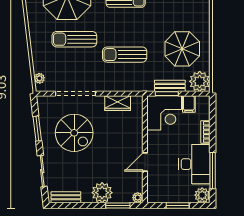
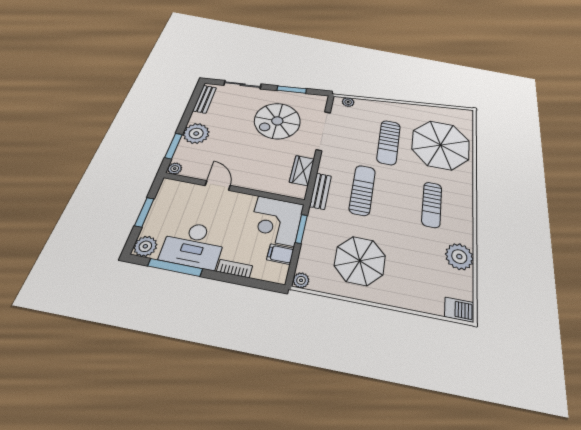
sun lounger: (74, 39) -> (389, 142), turned 180
plant: (200, 81) -> (301, 280), width x0.53, depth x0.53
bench: (170, 86) -> (320, 191), moved

